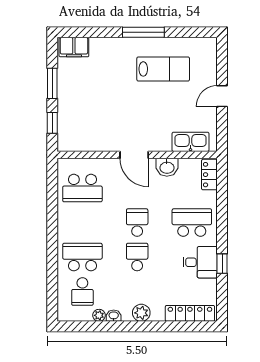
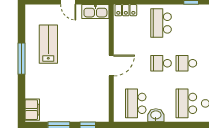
kitchen sink: (191, 142) -> (95, 12), moved, turned -90
washbasin: (167, 167) -> (156, 115), moved, turned -90
school desk: (82, 188) -> (136, 103), turned 180
desk: (200, 262) -> (190, 17), removed

